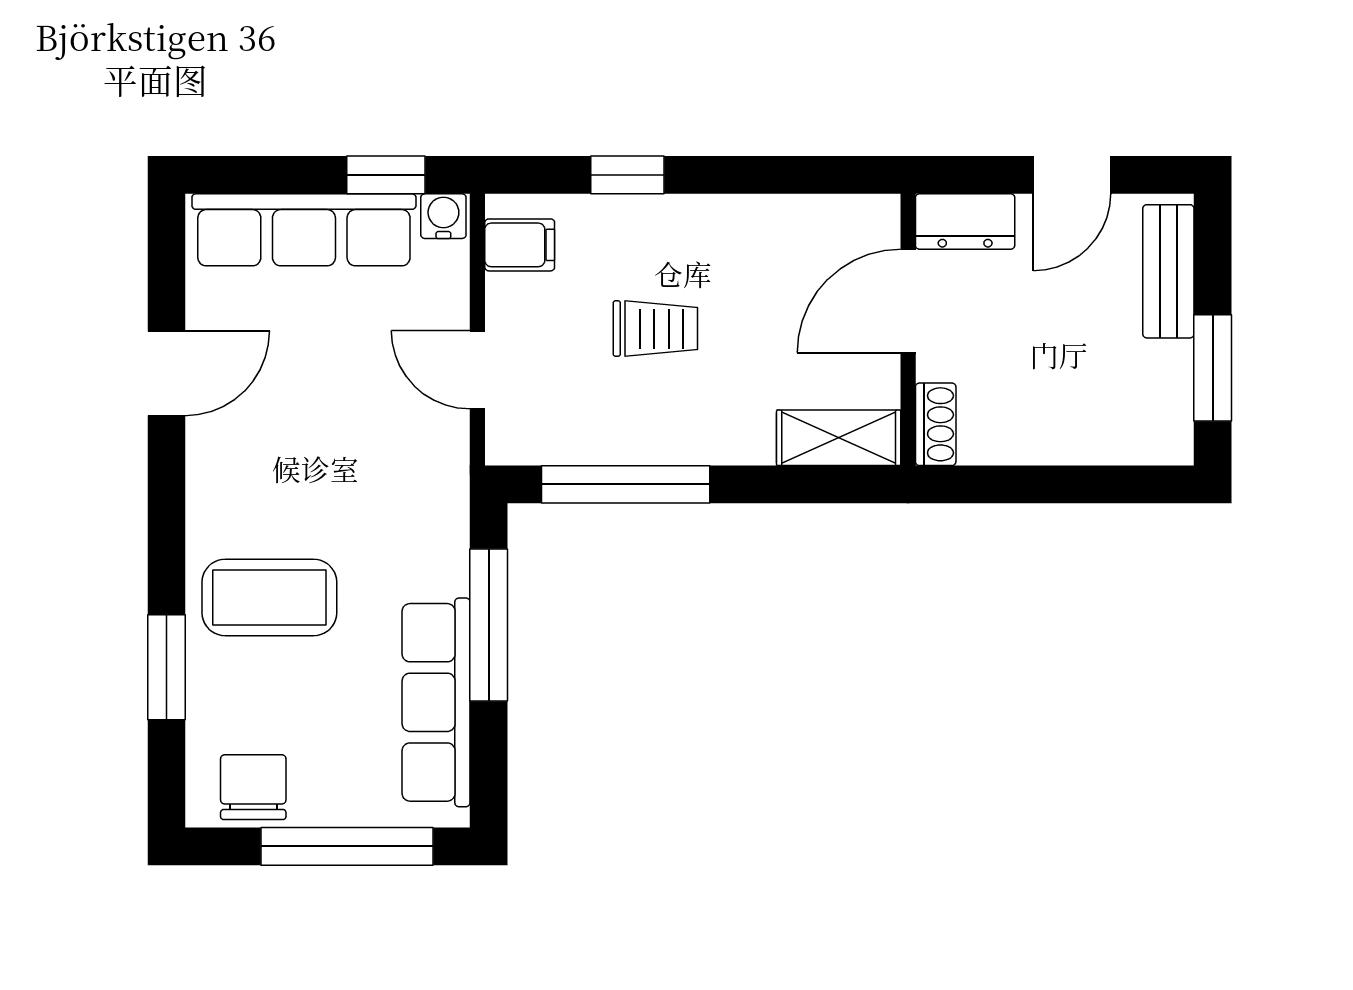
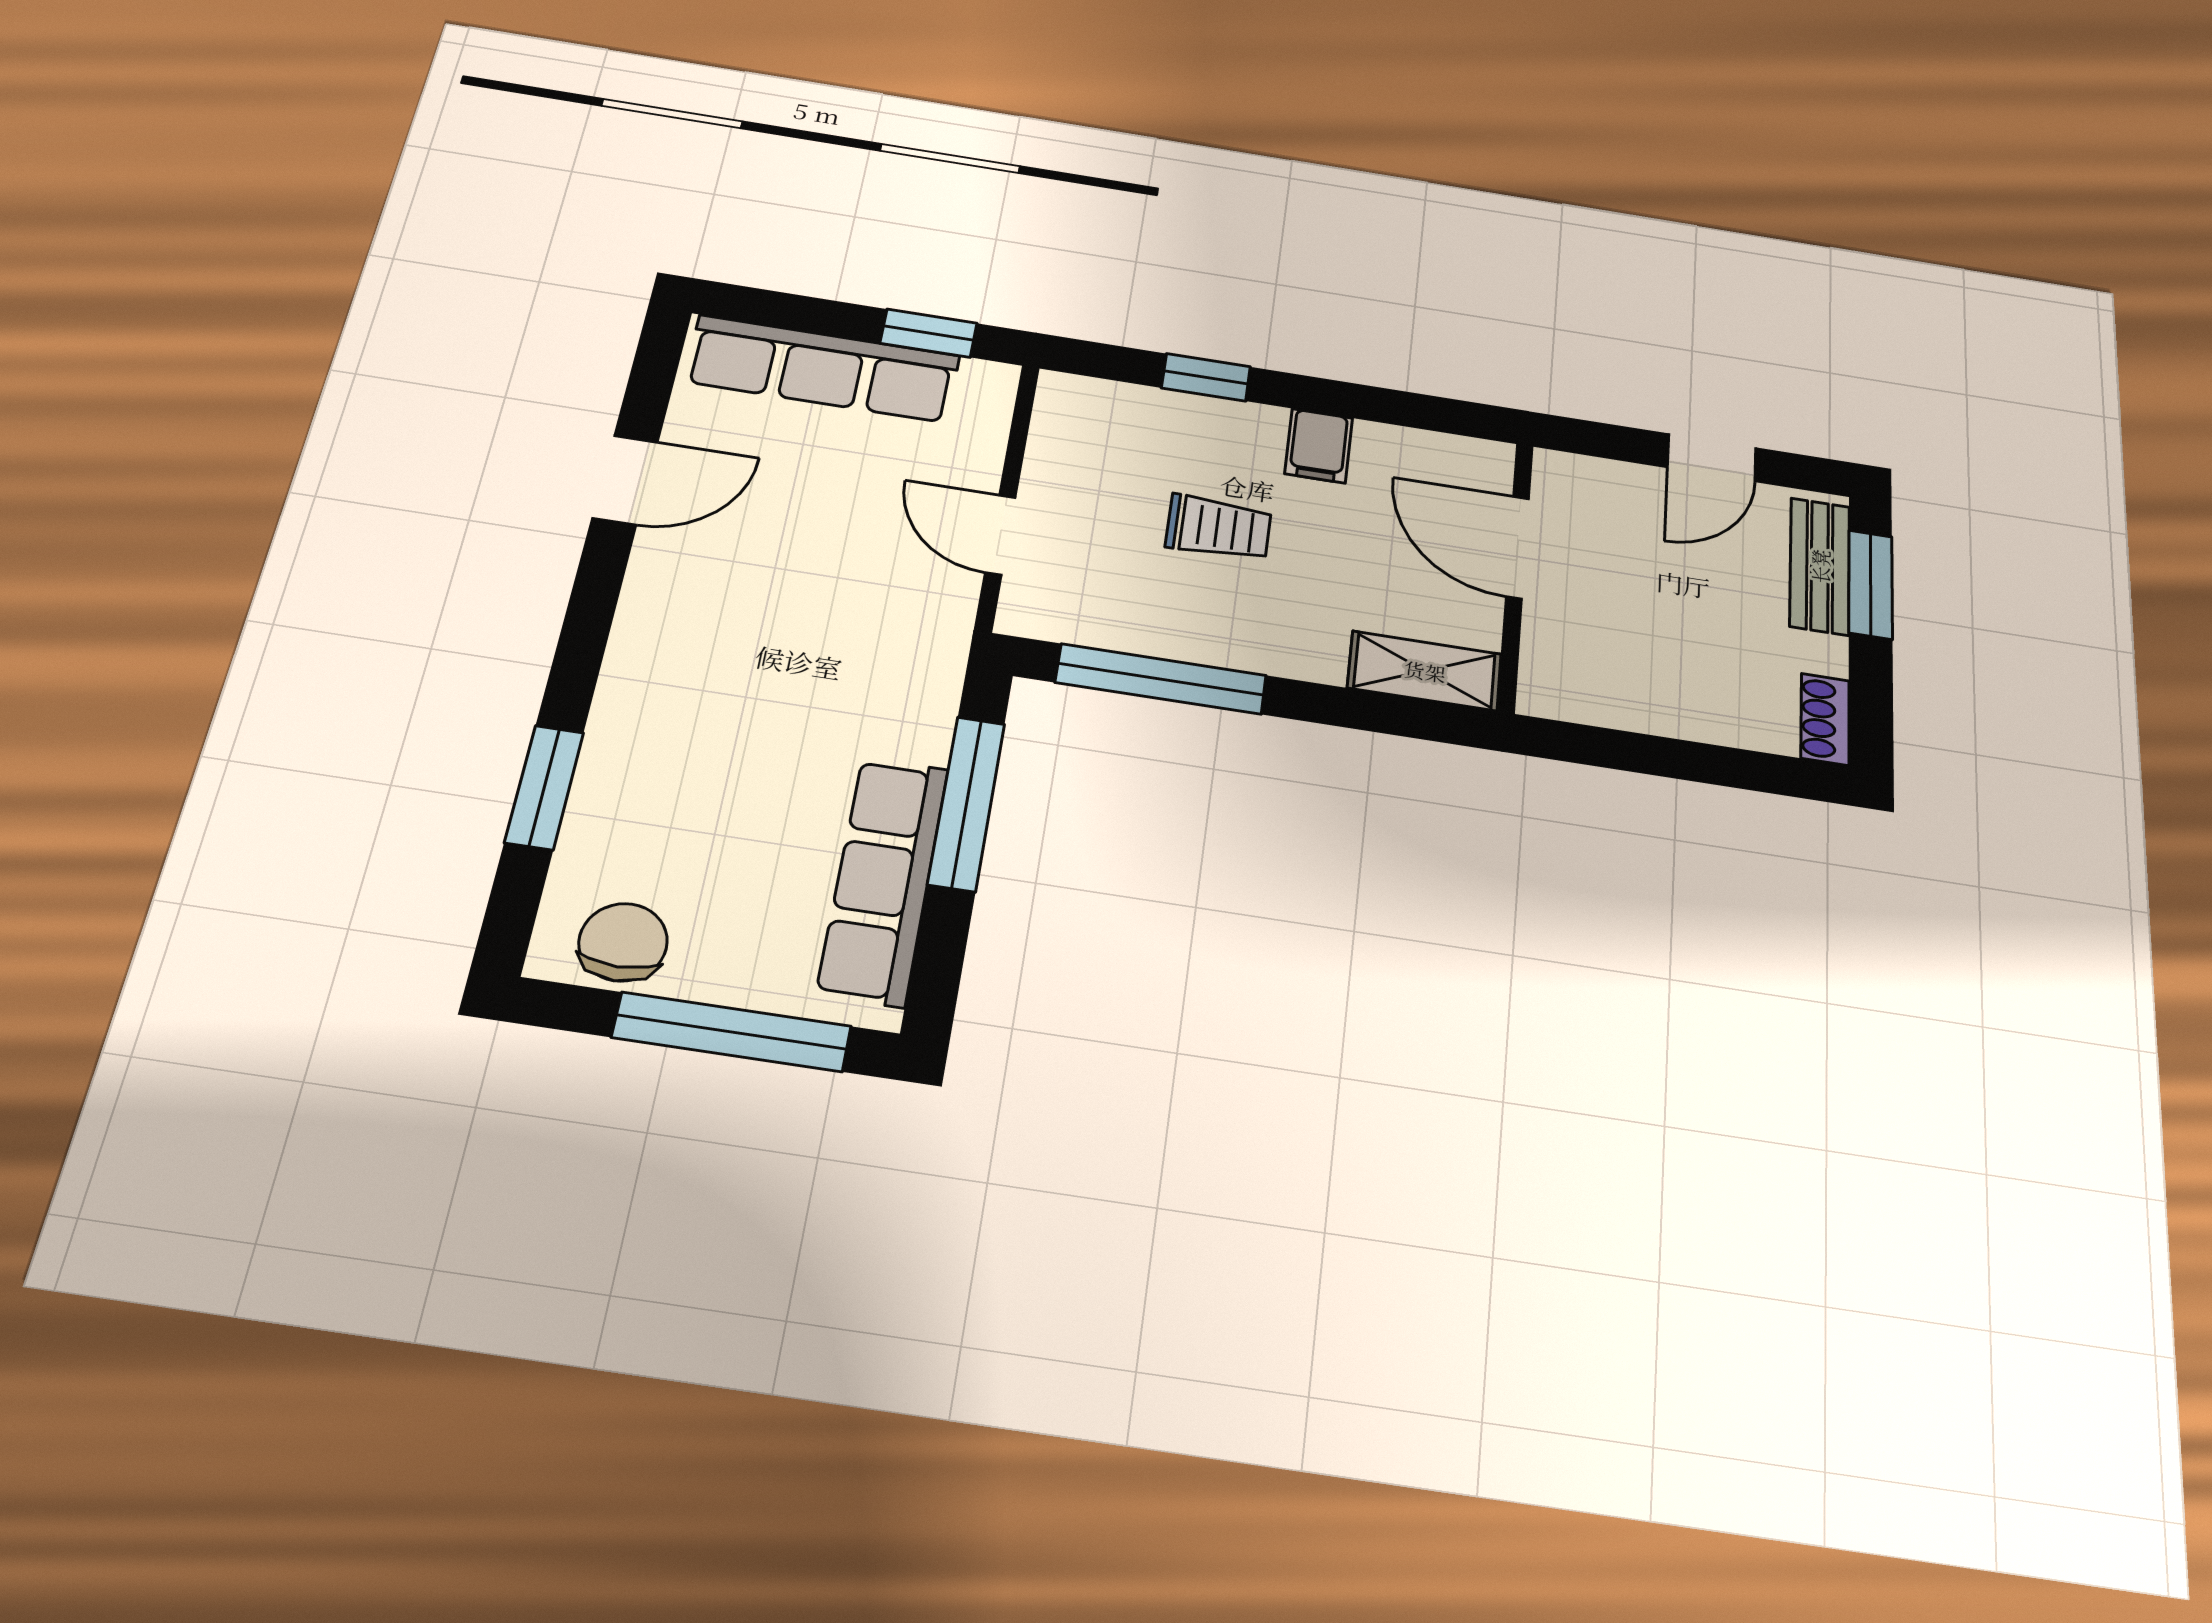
water cooler: (443, 216) -> (988, 382), removed
dresser: (965, 221) -> (1588, 482), removed
filing cabinet: (520, 245) -> (1319, 446), moved, turned 90
door: (908, 301) -> (1517, 547), hinge flipped
window: (1213, 368) -> (1871, 584), moved
shoe rack: (936, 424) -> (1825, 719), moved, turned 180
coffee table: (269, 597) -> (695, 731), removed

